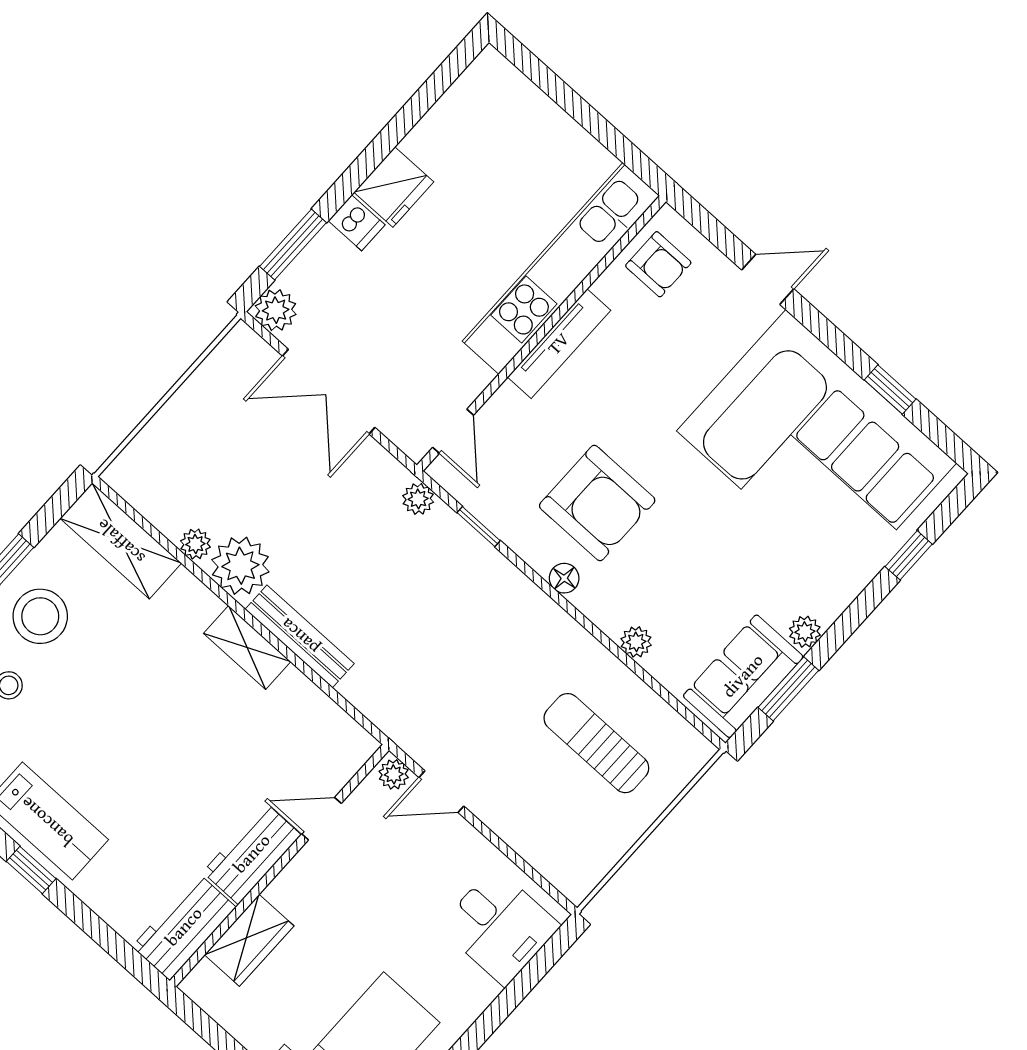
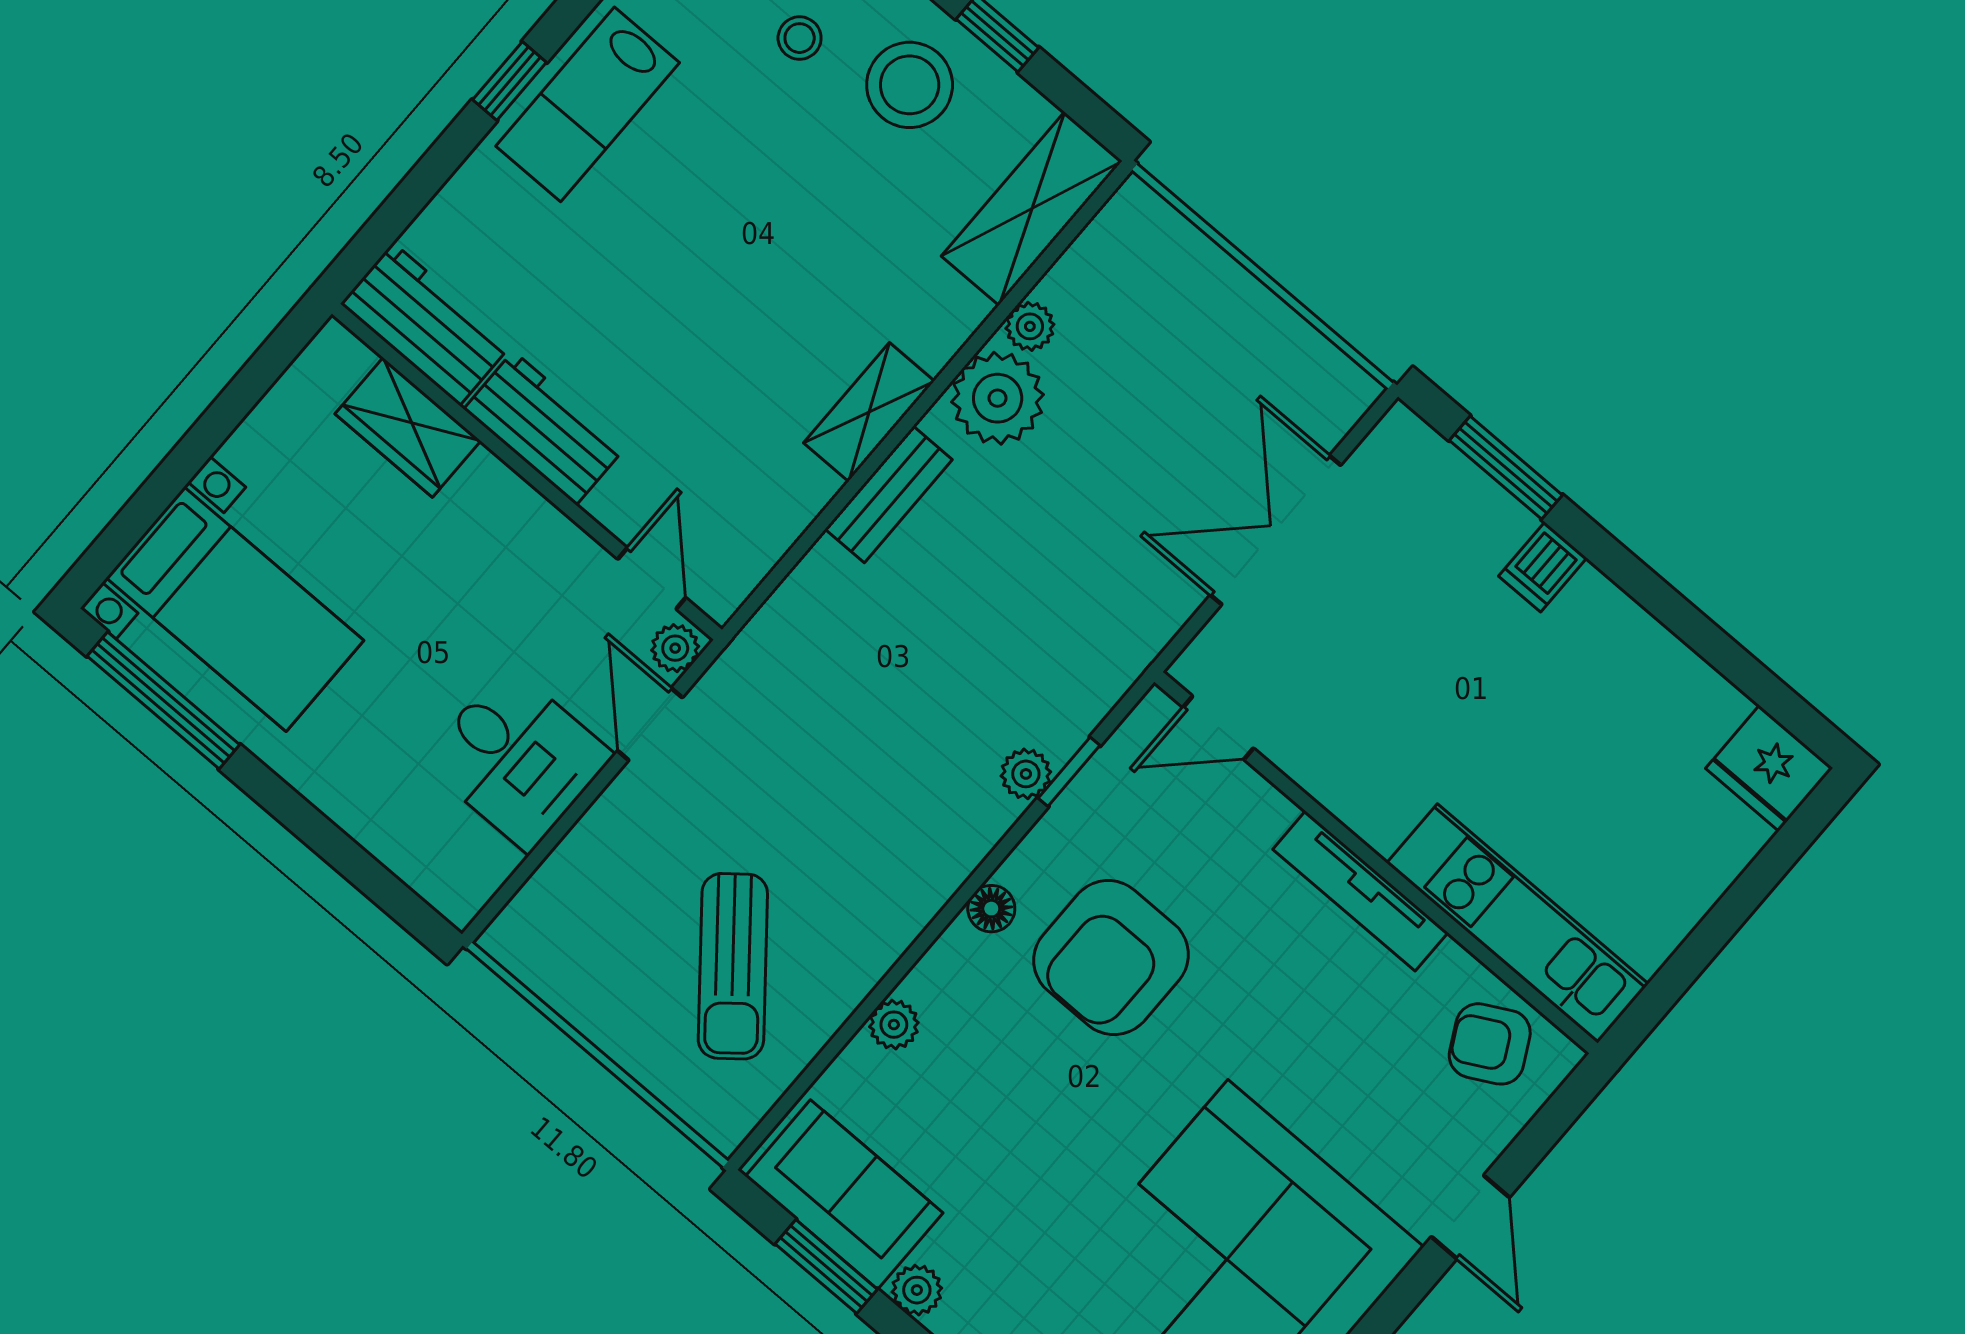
fridge: (394, 187) -> (1769, 768), moved
armchair: (658, 264) -> (1490, 1044), turned 62
kitchen unit: (561, 268) -> (1518, 924), width x0.73
plant: (276, 310) -> (1402, 443), removed
plant: (418, 499) -> (1026, 774), moved
bench: (300, 636) -> (889, 494), width x0.73
sun lounger: (596, 743) -> (733, 966), turned 141
door: (321, 819) -> (652, 578), moved
desk: (499, 926) -> (517, 758), moved, turned -90

